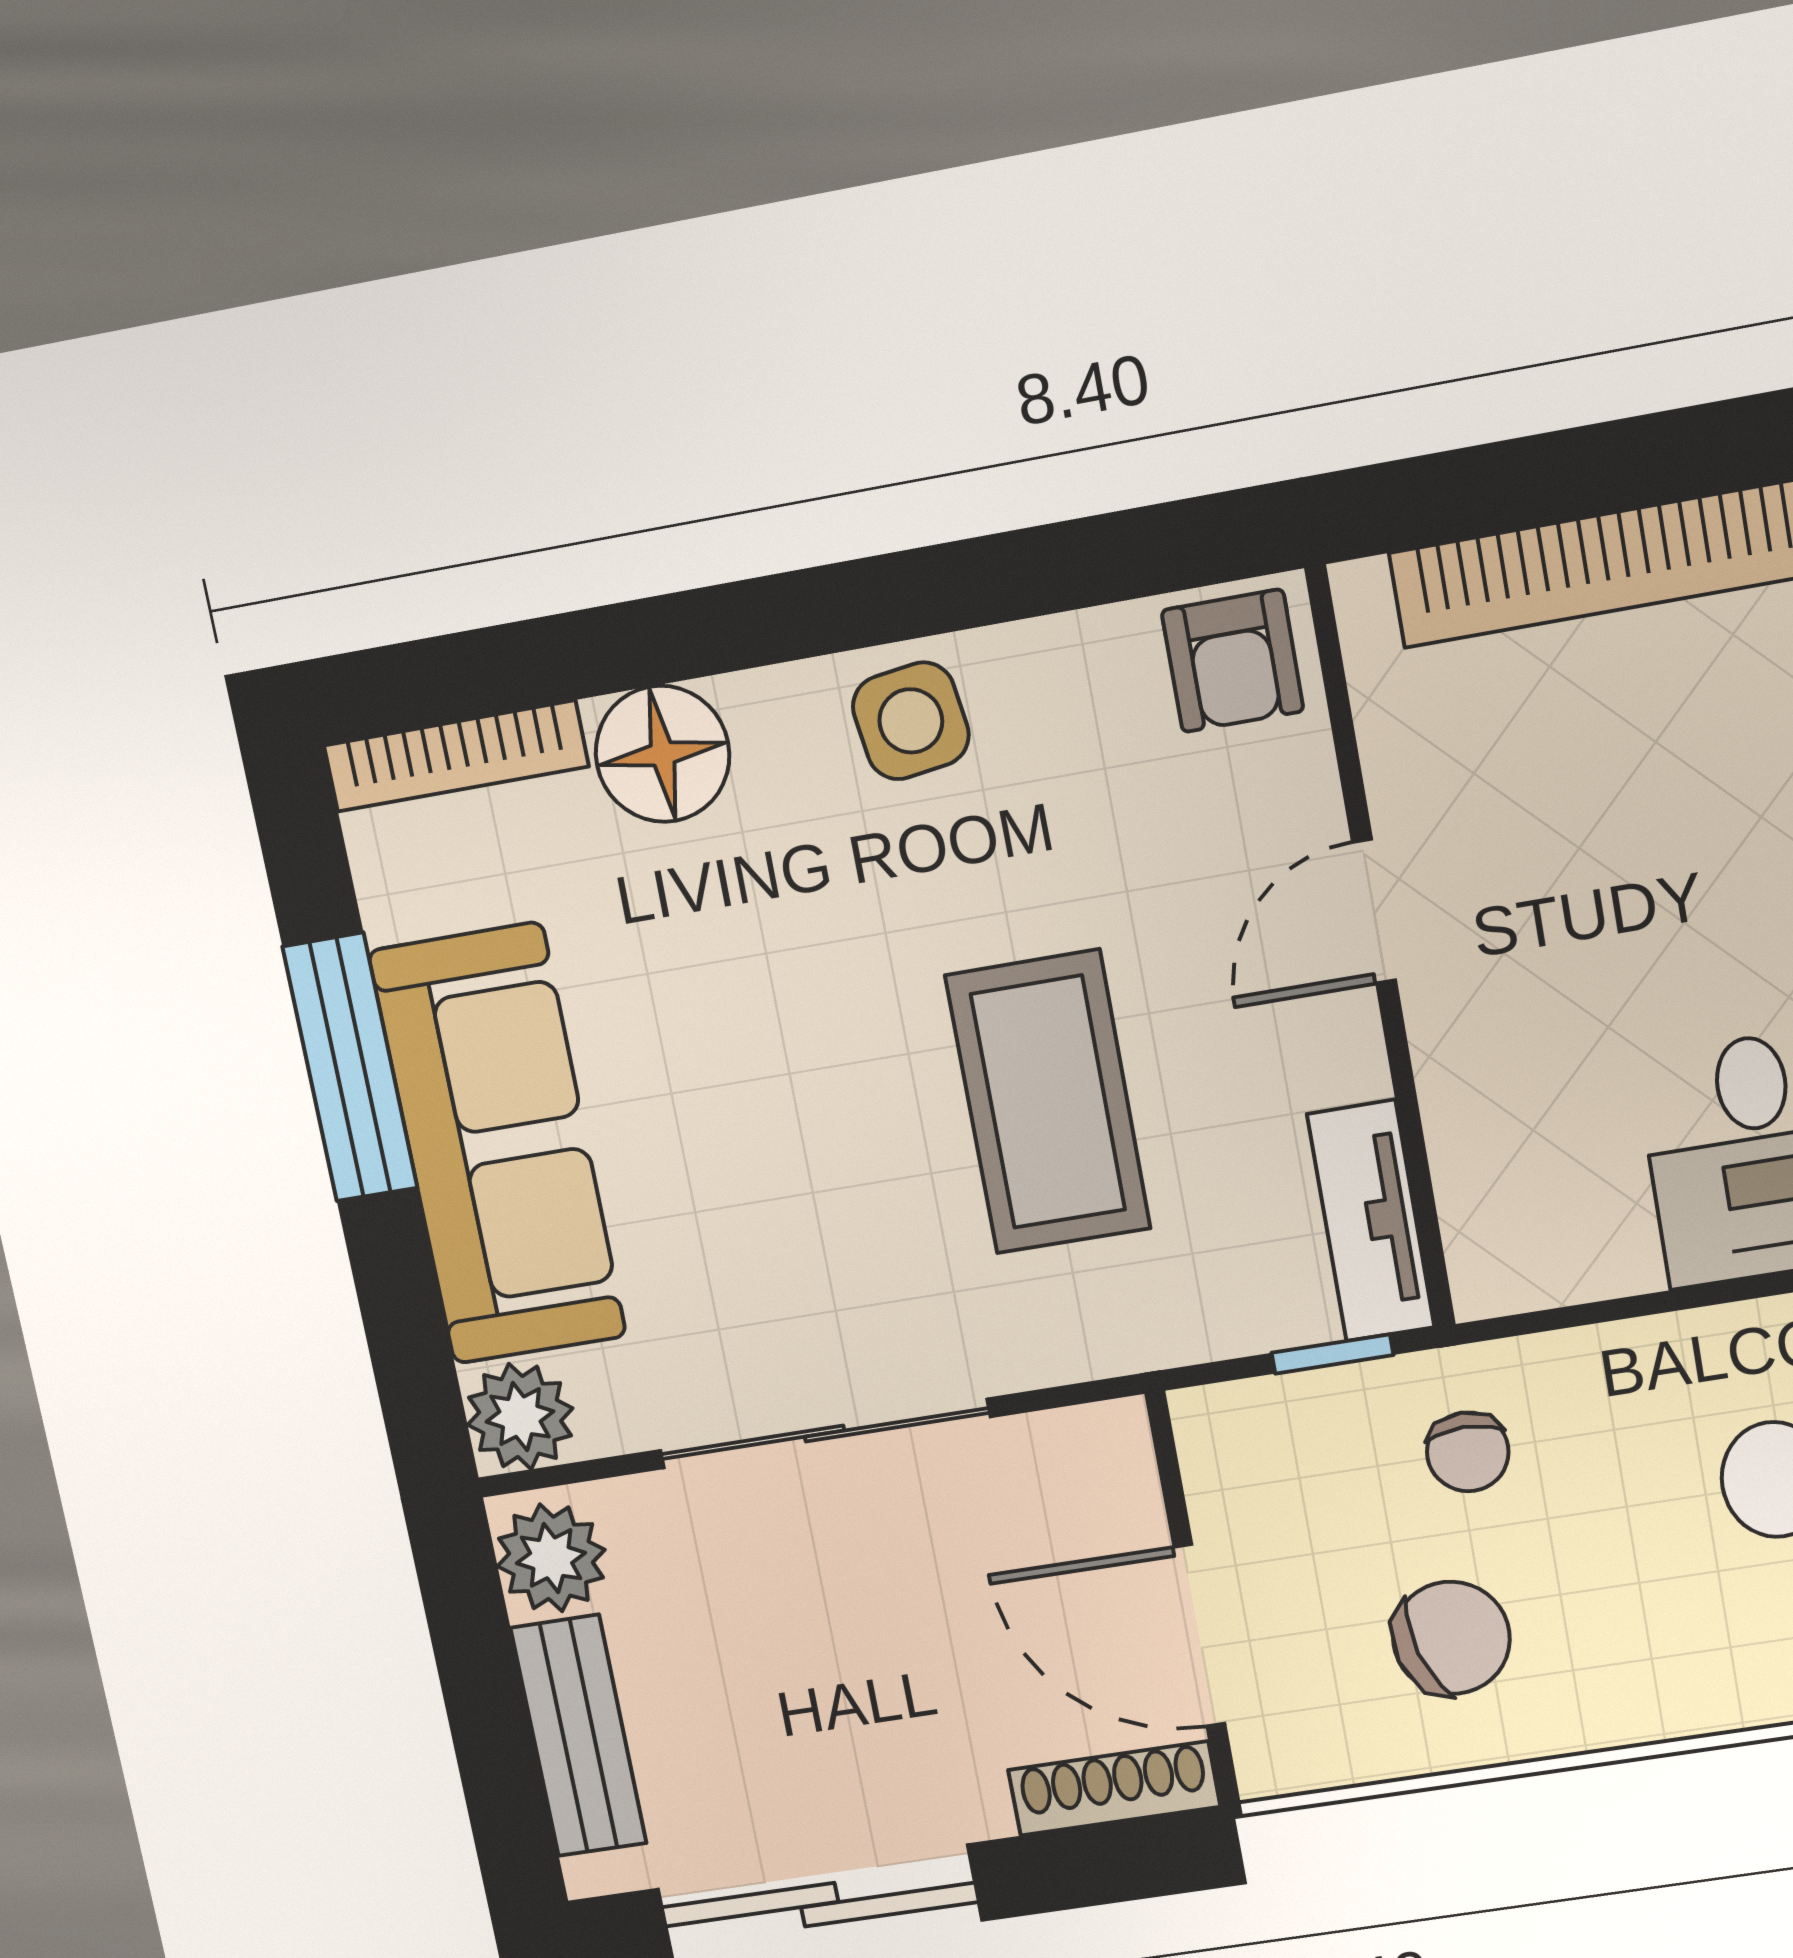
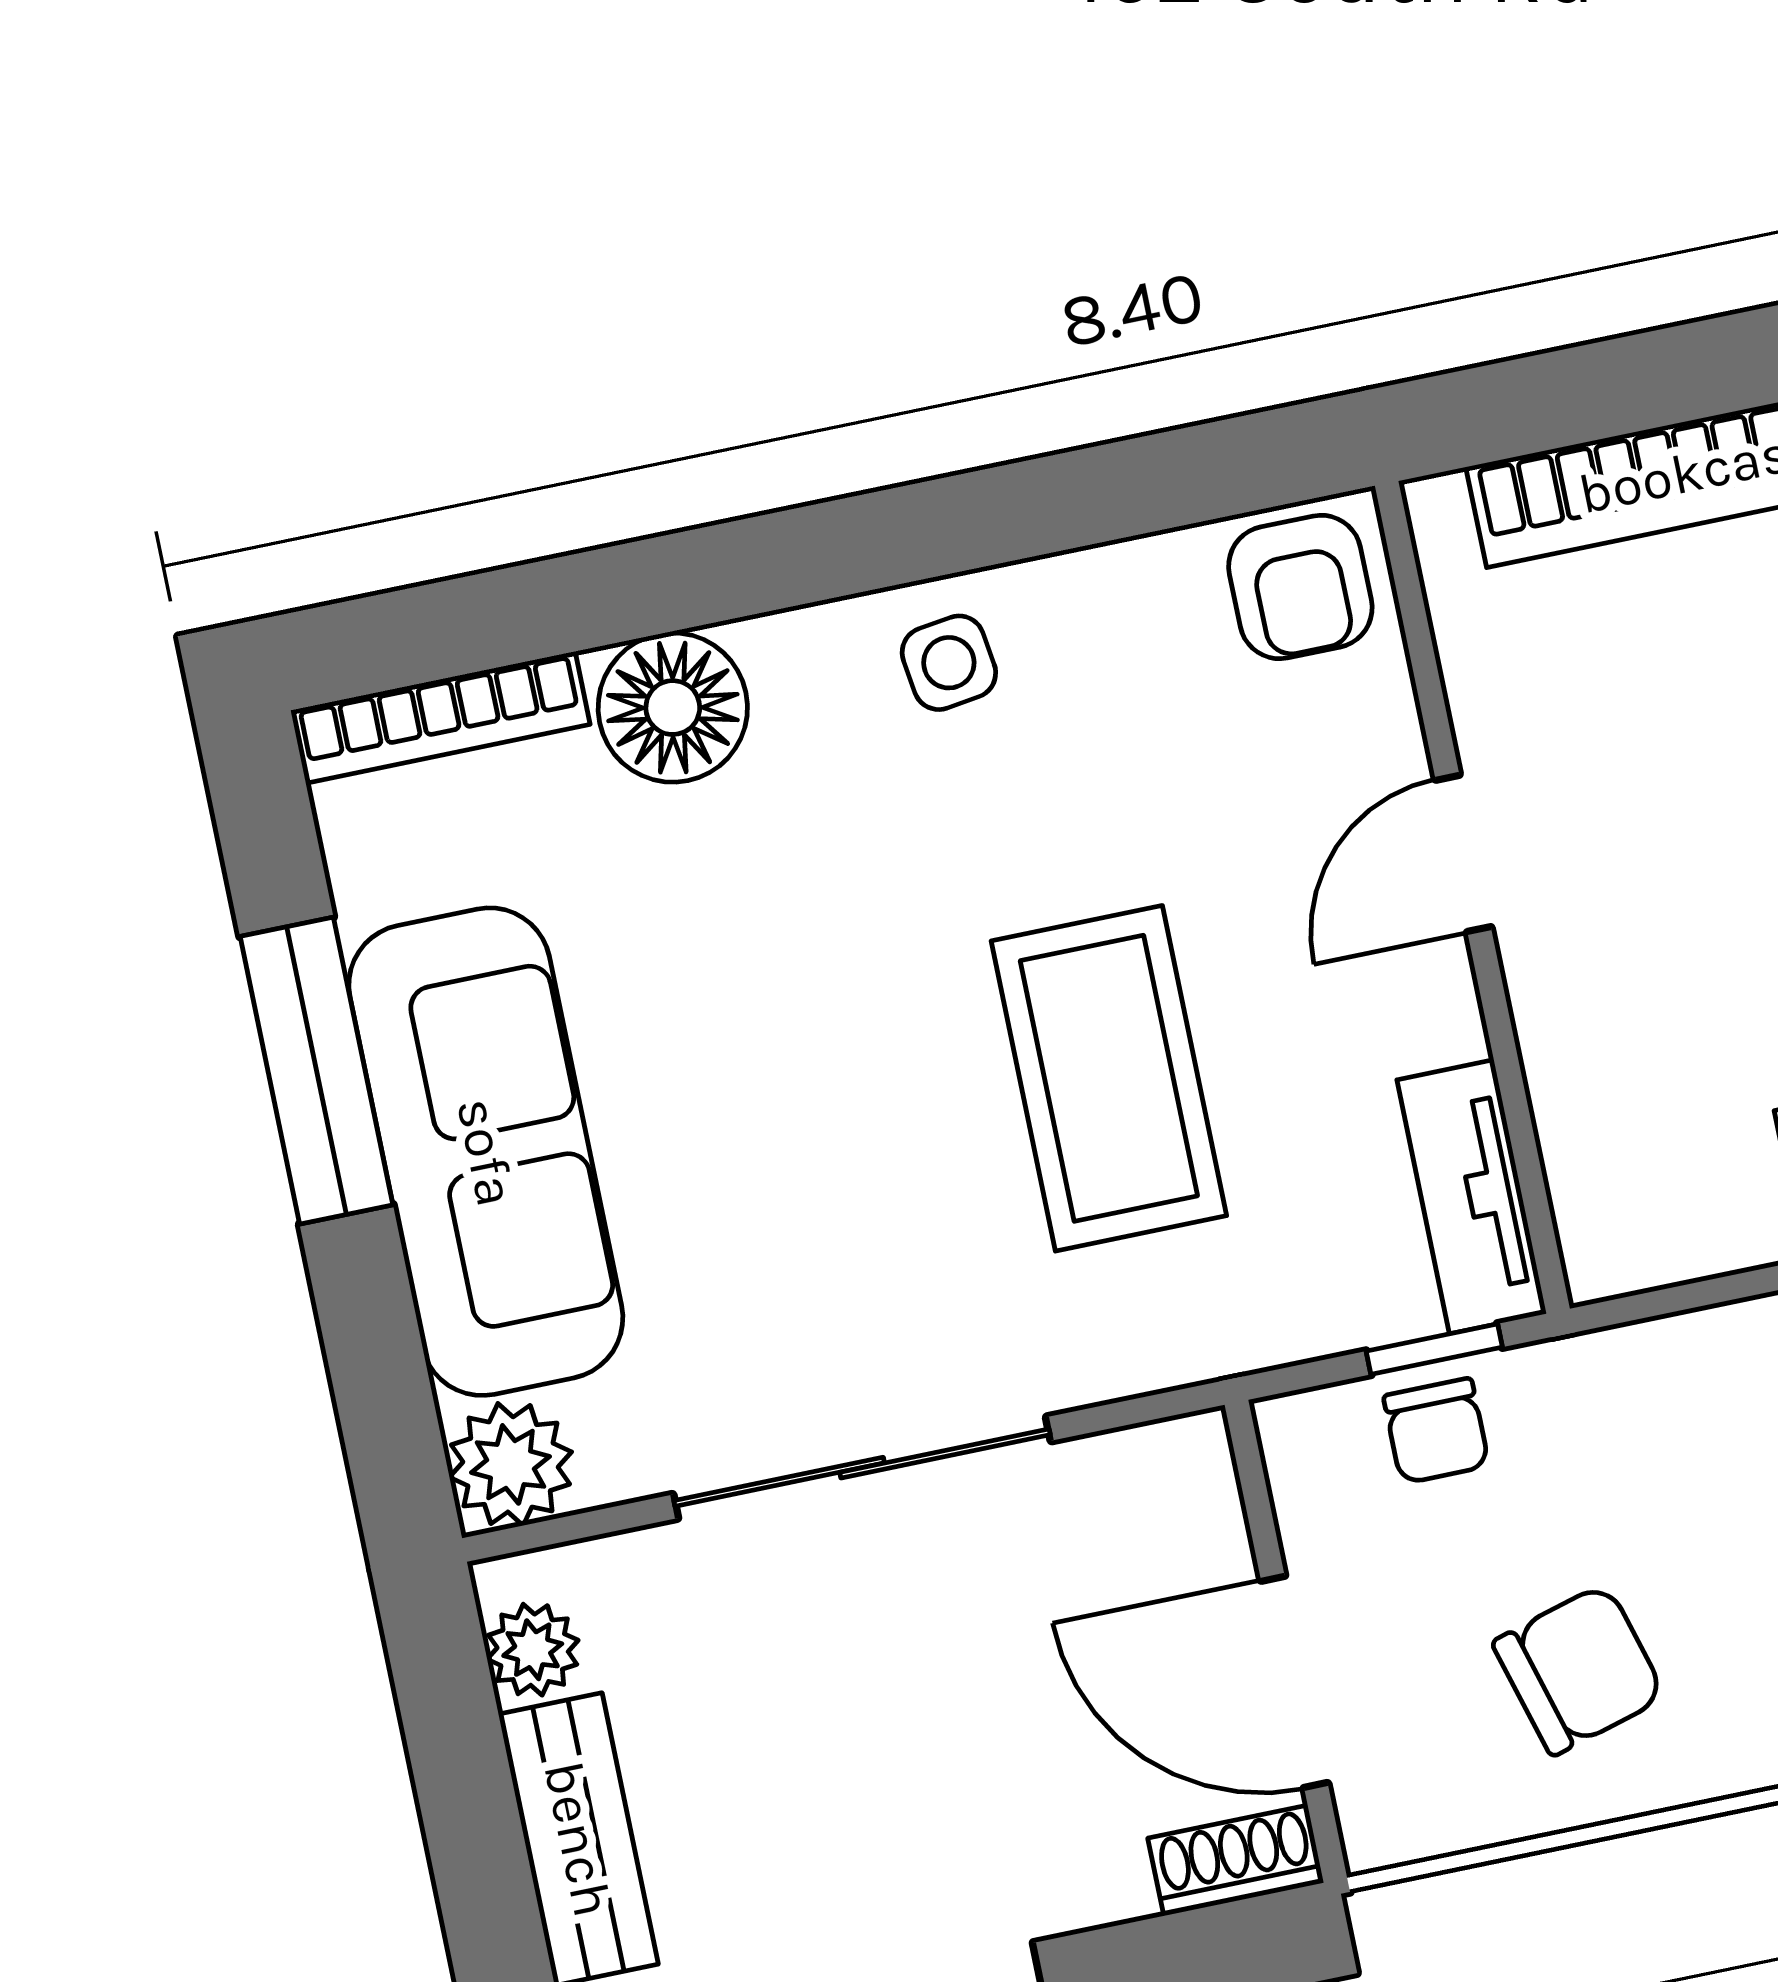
side table: (911, 721) -> (949, 663), width x0.73, depth x0.73
chair: (1468, 1452) -> (1436, 1431), moved
plant: (551, 1558) -> (533, 1650), width x0.73, depth x0.73
shoe rack: (1114, 1788) -> (1236, 1860), width x0.70

